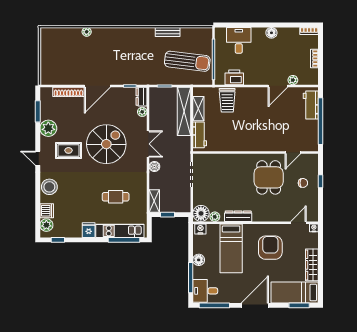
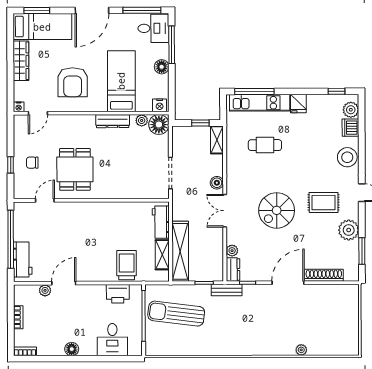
bench: (168, 32) -> (227, 290), moved
spiral stairs: (106, 144) -> (277, 210), width x0.73, depth x0.73

